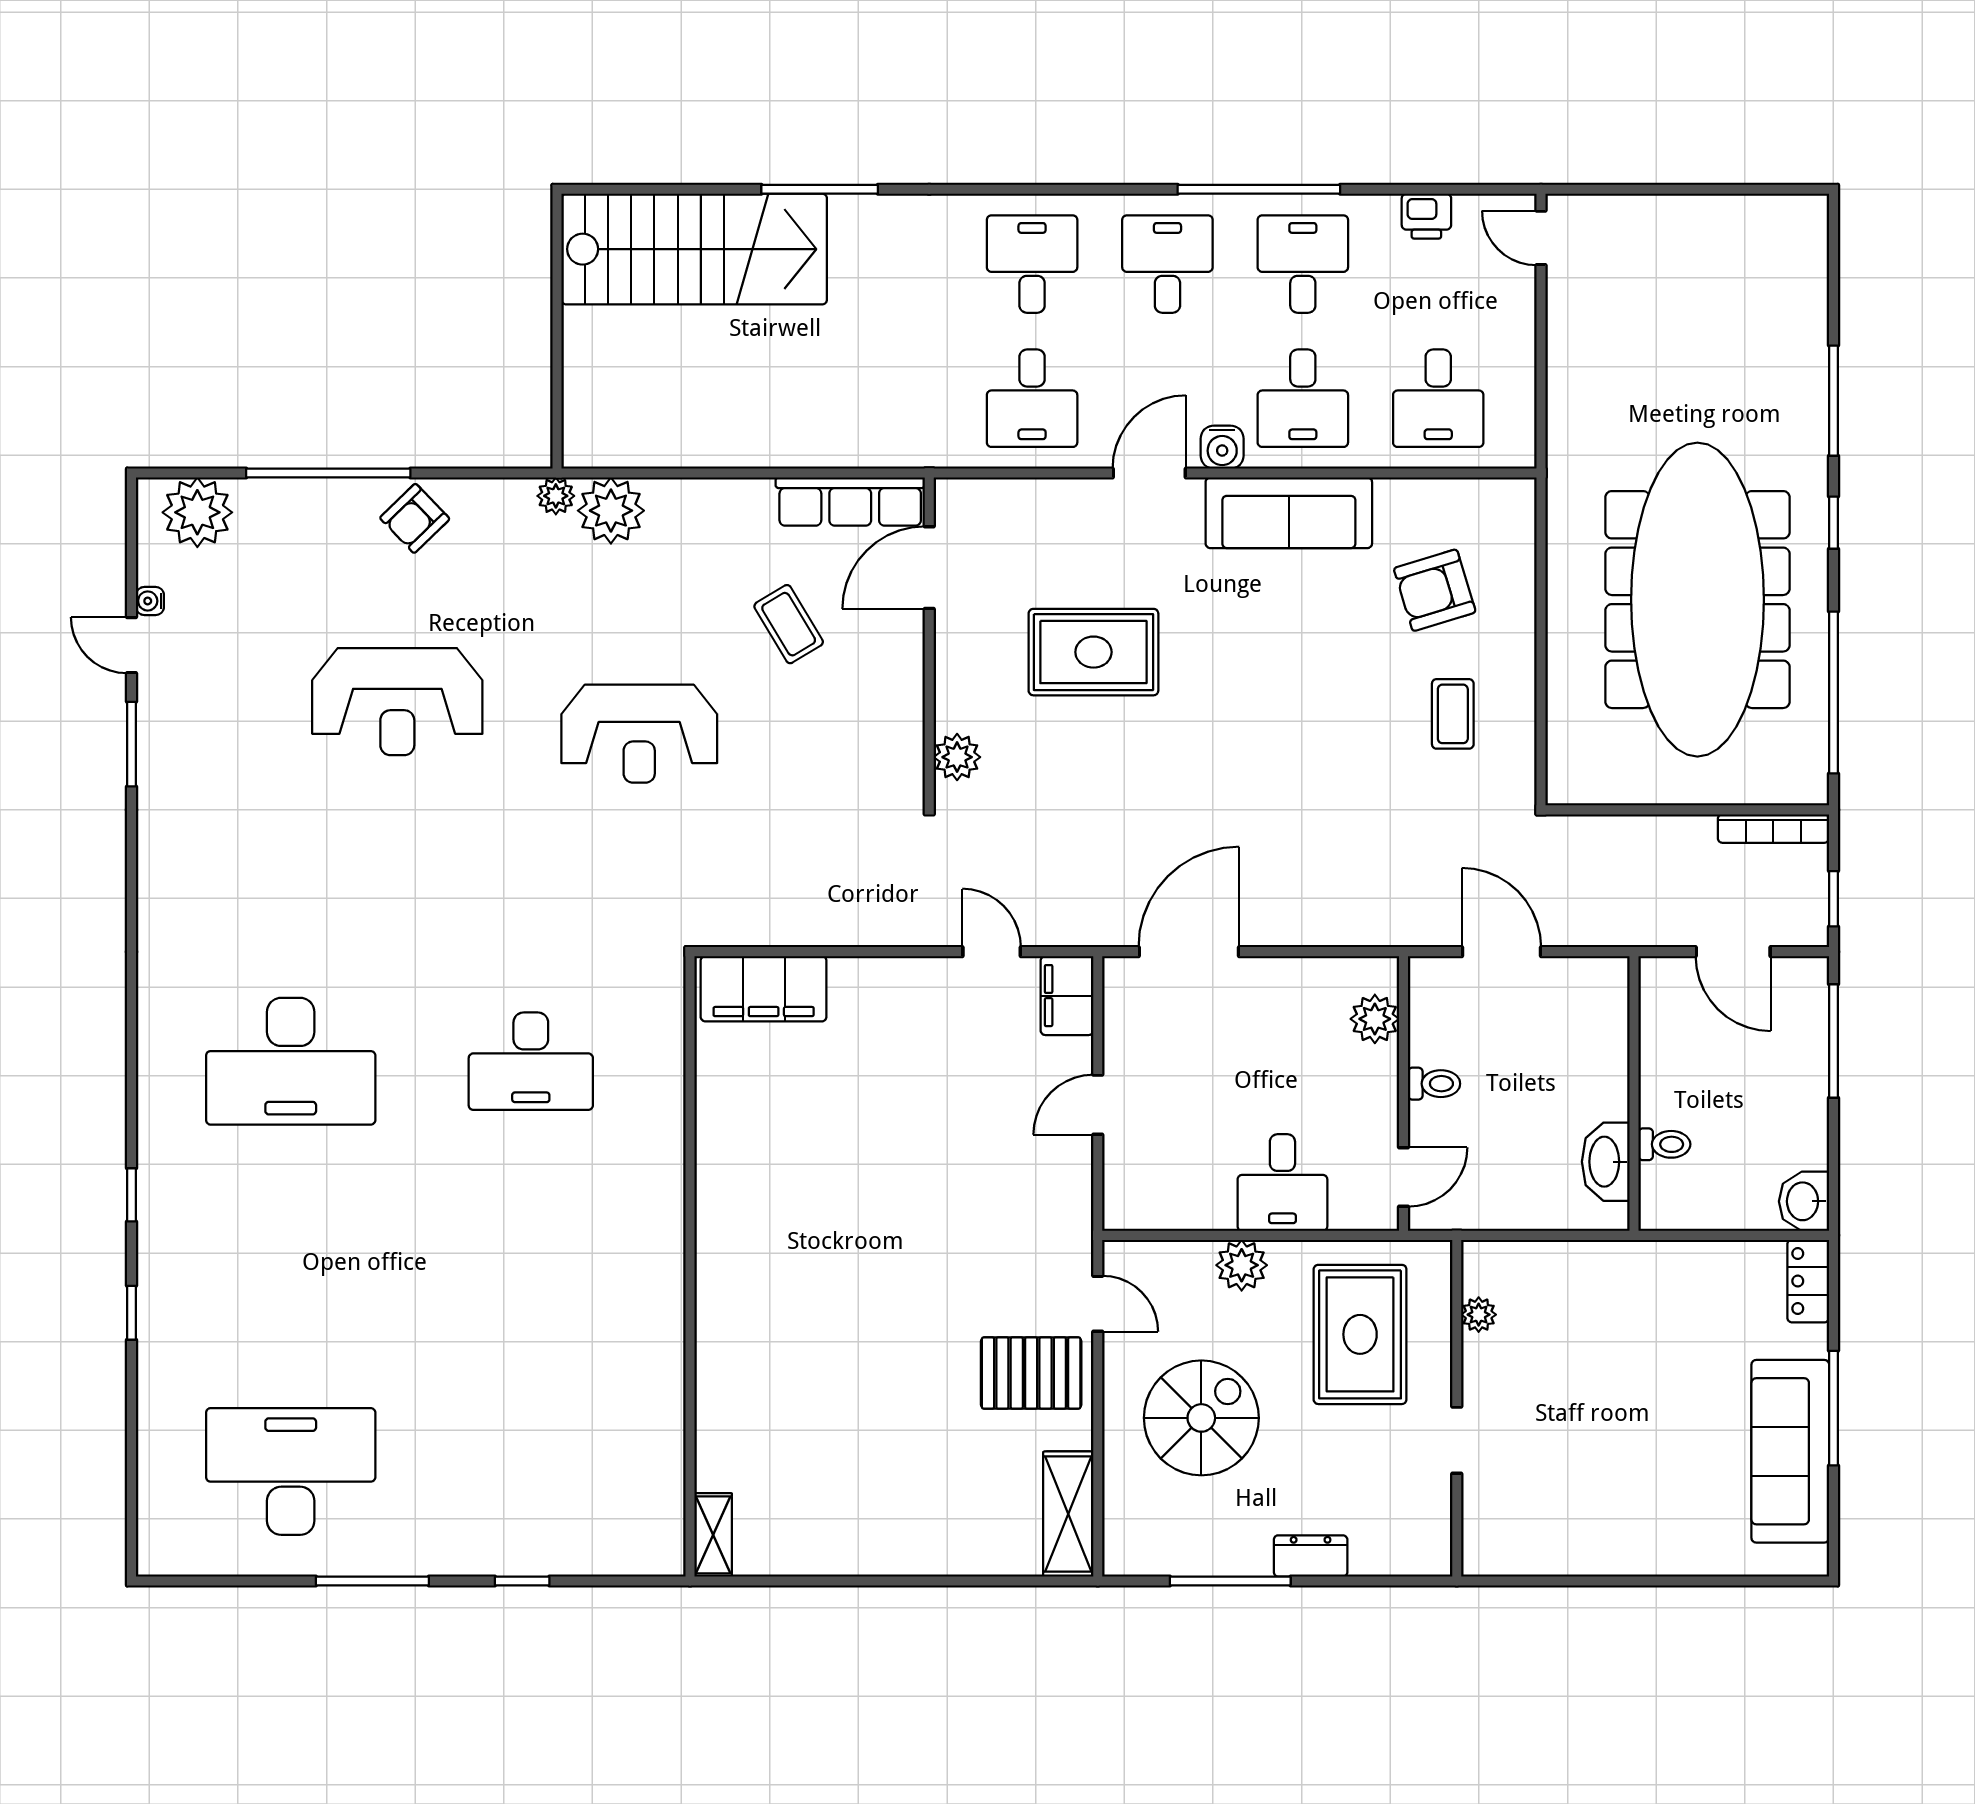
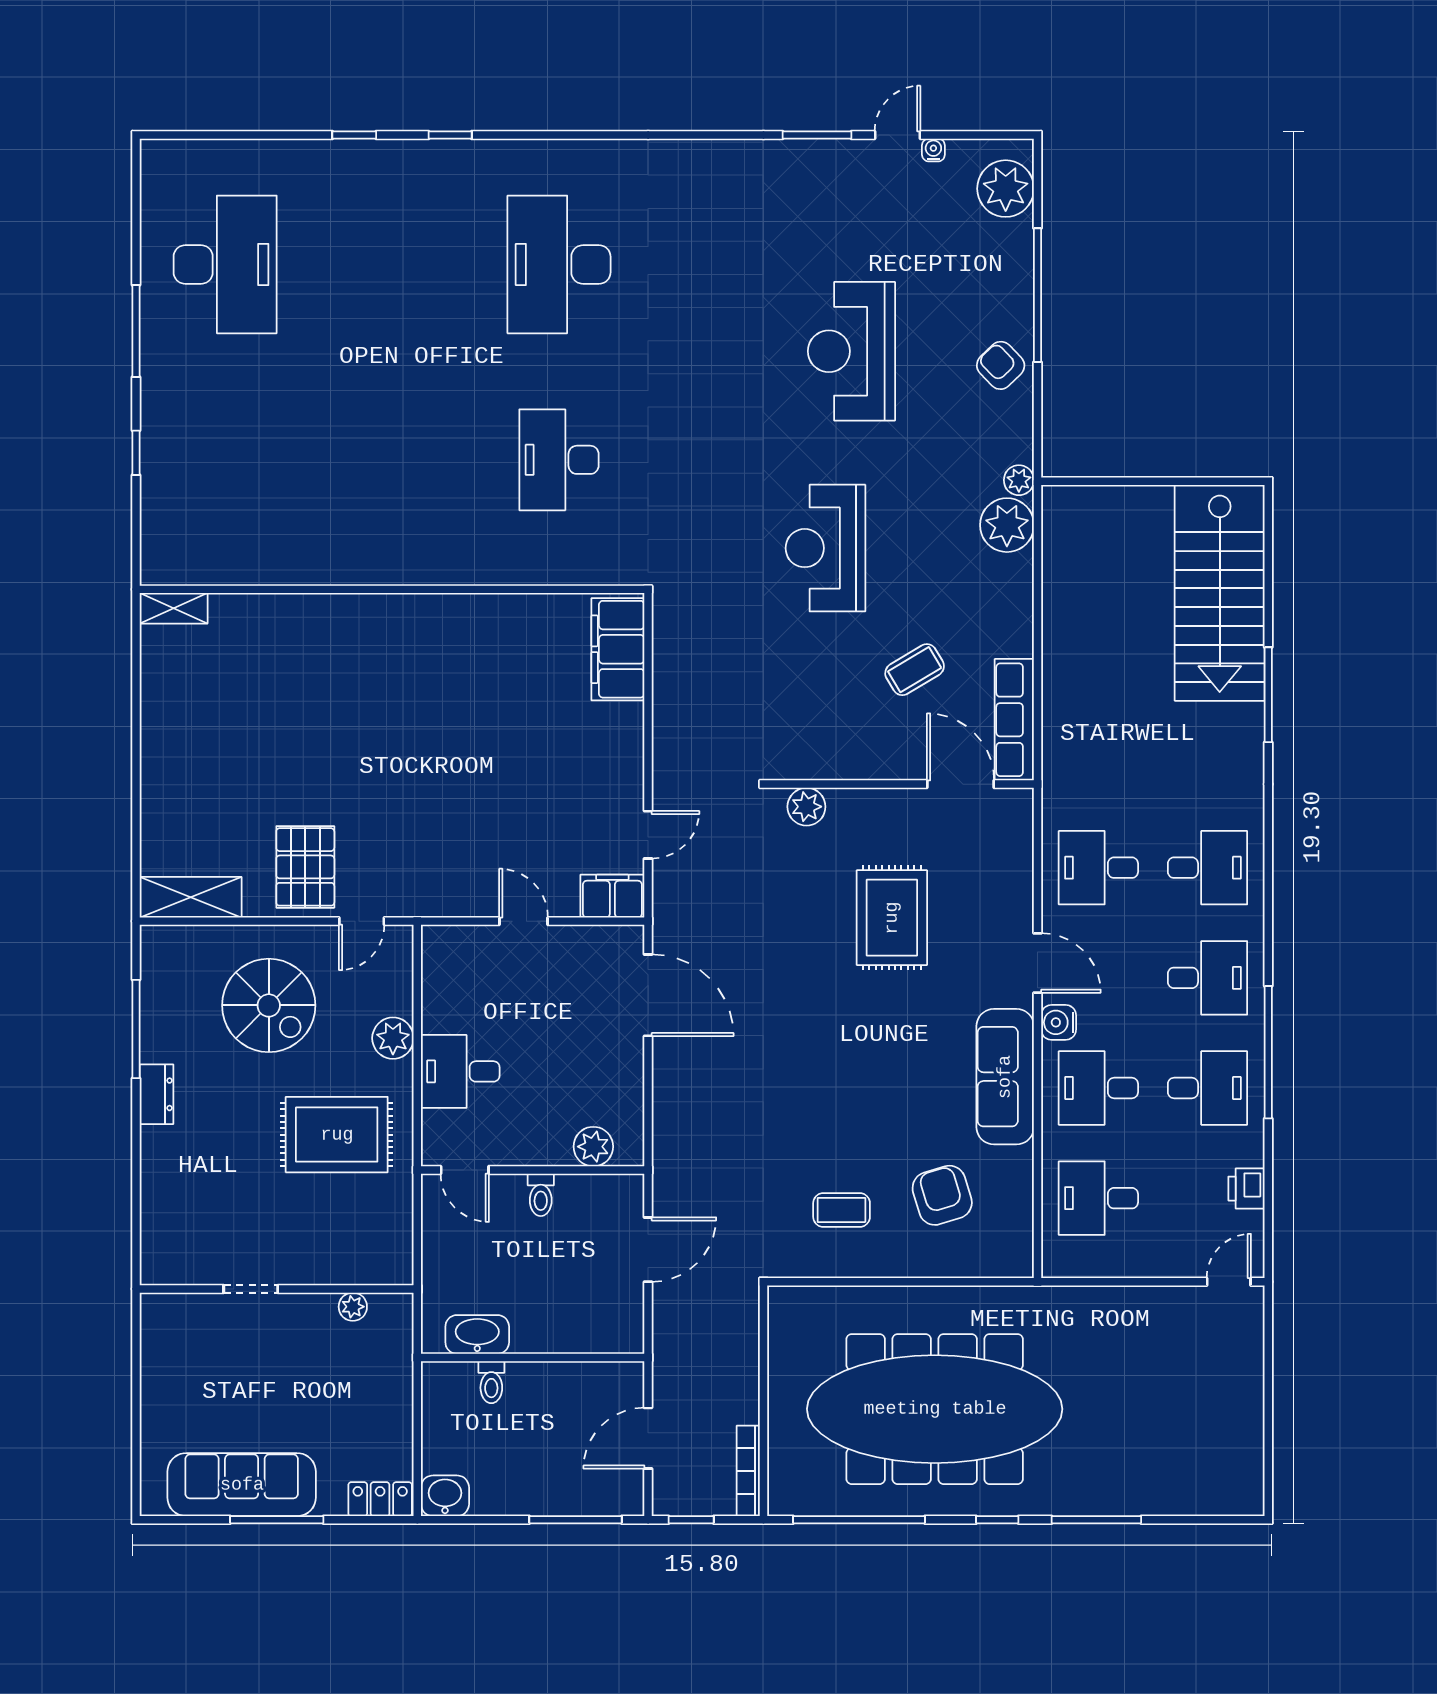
plant: (1479, 1315) -> (353, 1307), moved
wall: (1457, 1408) -> (277, 1289), moved
doorway: (1457, 1440) -> (251, 1289), moved

